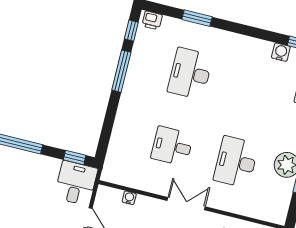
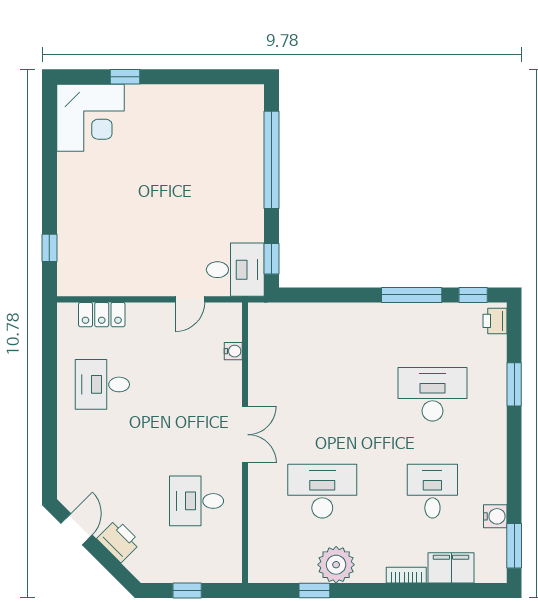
desk: (172, 146) -> (432, 491), moved

